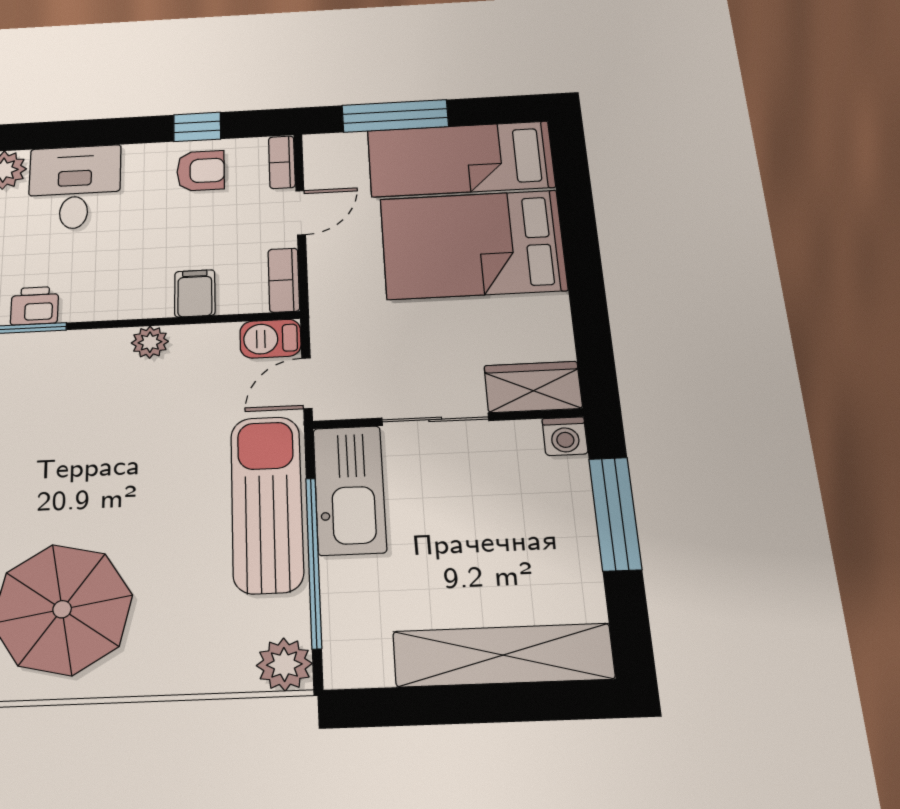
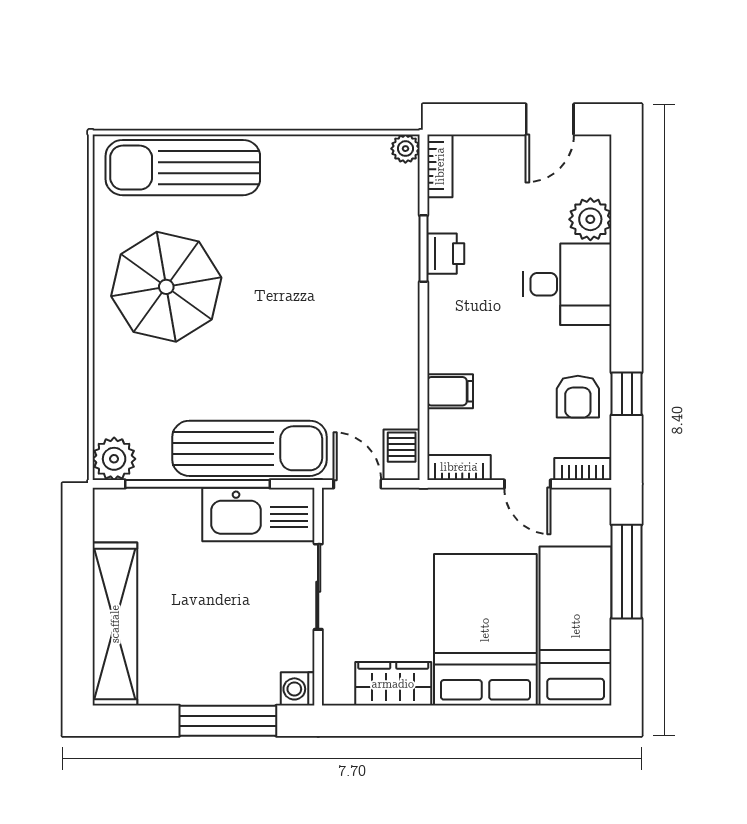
plant: (150, 342) -> (404, 353), removed
wardrobe: (533, 387) -> (393, 684), moved, turned -90

